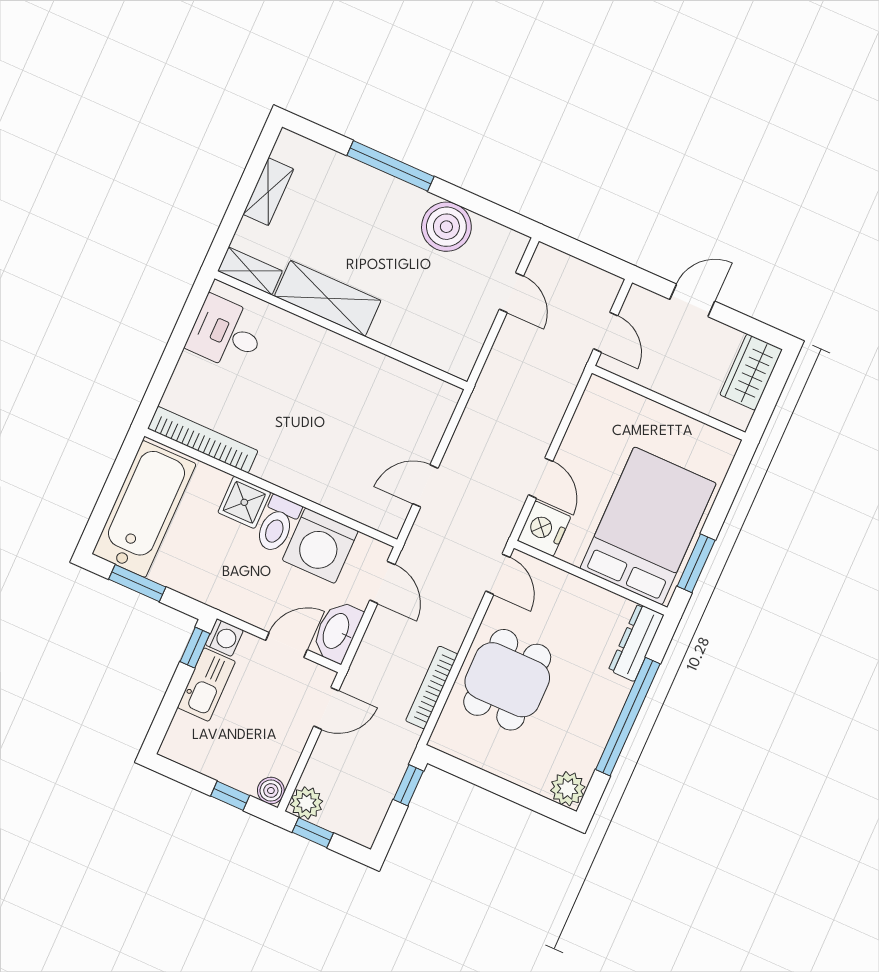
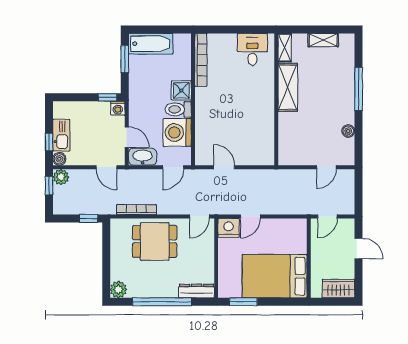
boiler: (446, 227) -> (348, 131), width x0.54, depth x0.54
bathtub: (144, 509) -> (151, 44), width x0.73, depth x0.73
bed: (648, 526) -> (275, 276), moved, turned 180
kitchen sink: (206, 685) -> (61, 135), moved, turned -90

